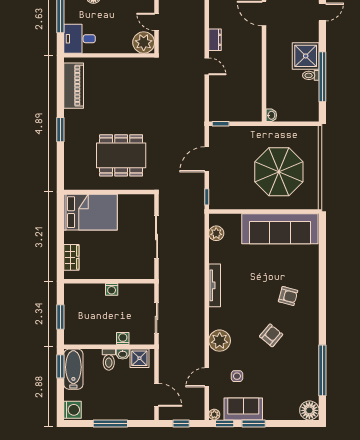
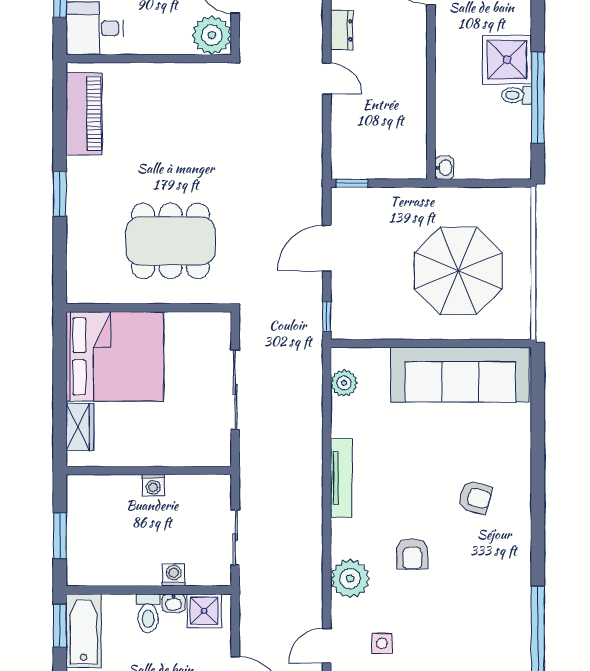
bed: (90, 212) -> (115, 356), width x1.36
armchair: (271, 335) -> (412, 554), moved, turned 140

